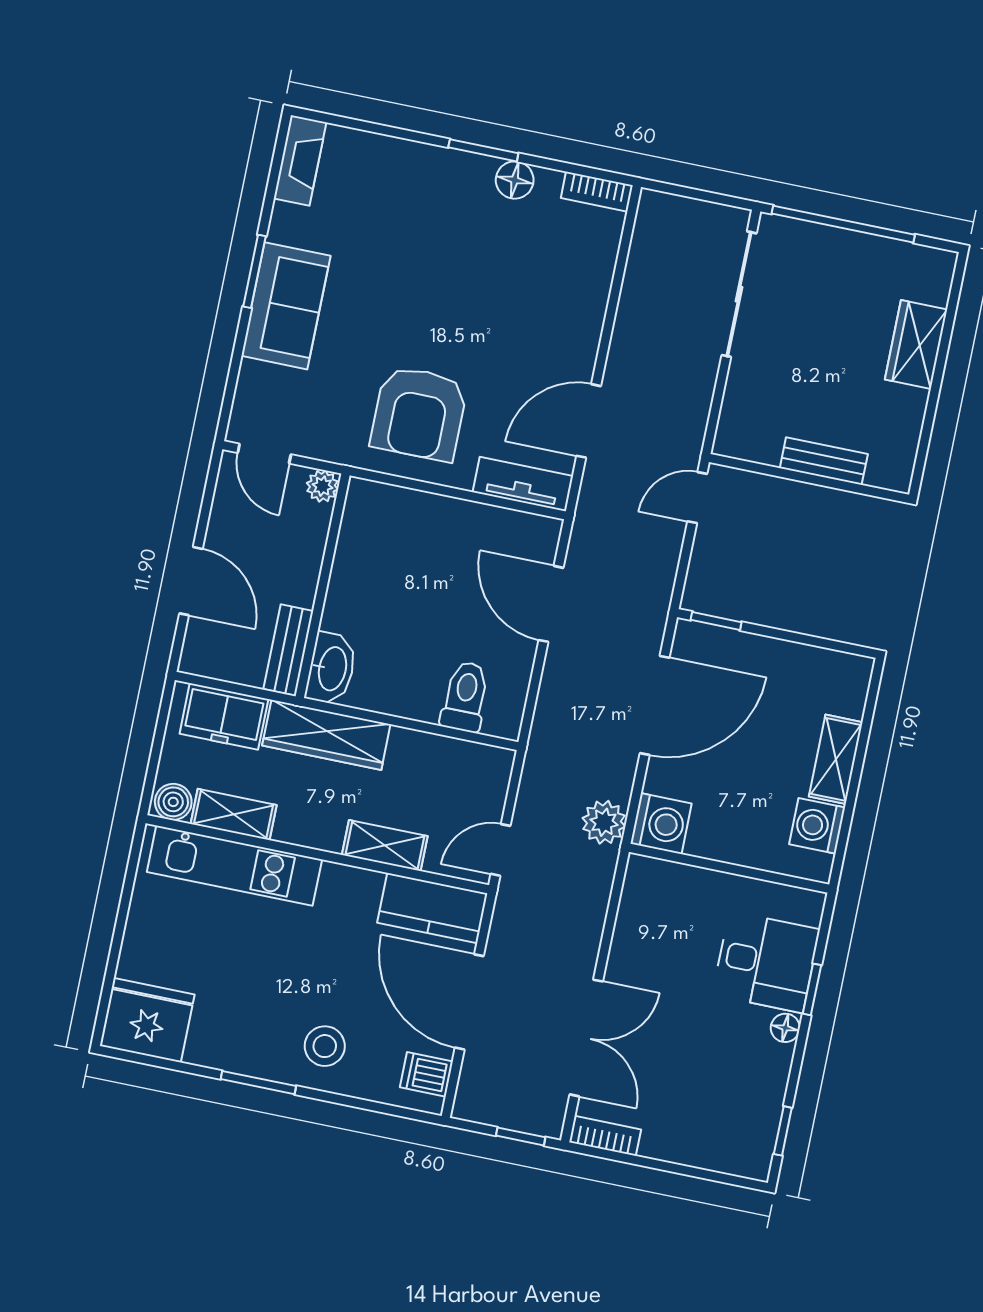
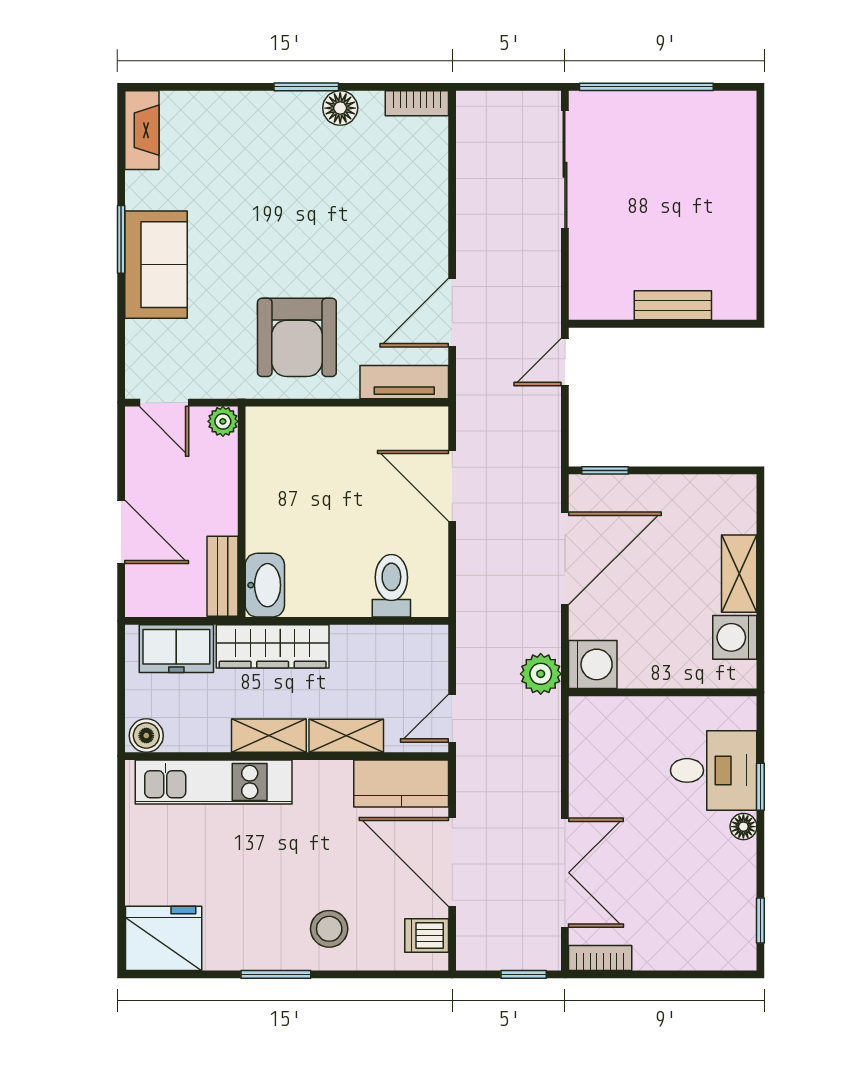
wardrobe: (916, 344) -> (735, 182), removed
shelving: (234, 814) -> (269, 736), moved

